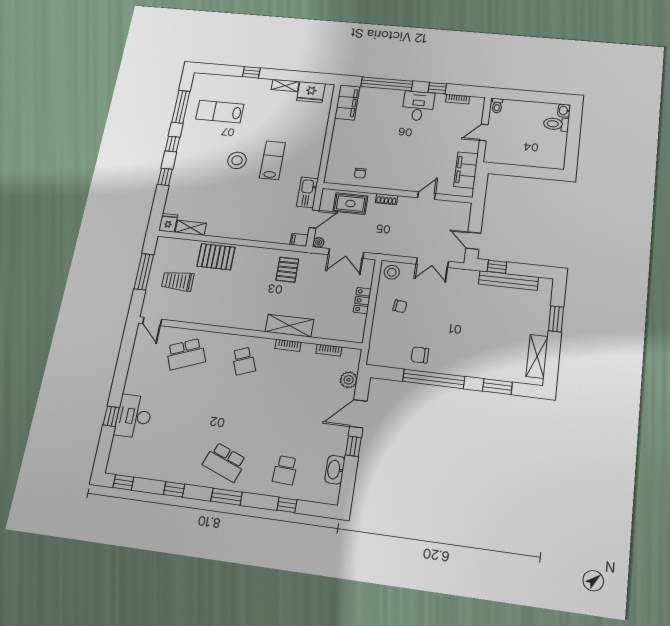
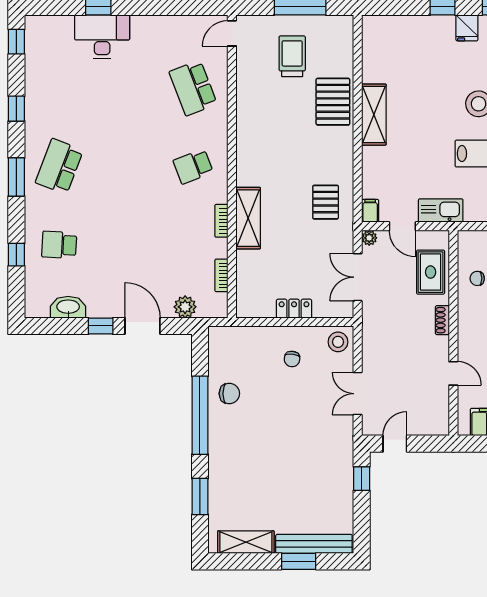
fridge: (168, 223) -> (467, 28), moved, turned 90
shelving: (191, 228) -> (374, 115), moved, width x1.50, depth x1.33
pallet: (287, 270) -> (326, 202), turned 90
bench: (508, 281) -> (314, 544), moved, turned 90
chair: (420, 355) -> (229, 394), turned 90

